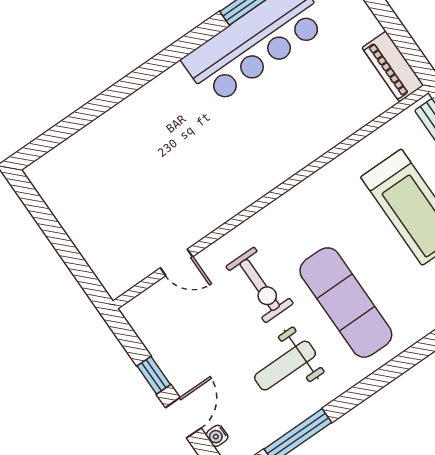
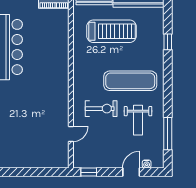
window: (154, 375) -> (89, 172), moved
door: (183, 418) -> (131, 172), hinge flipped

